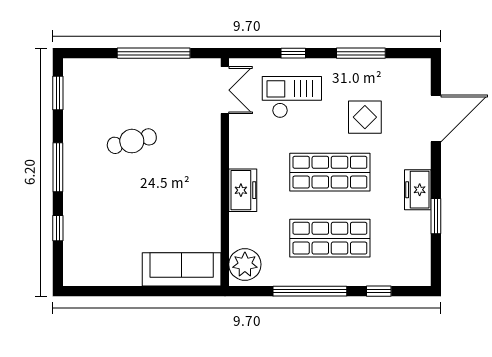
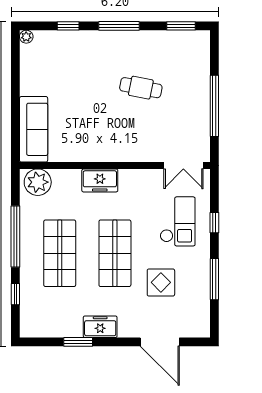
cafe table: (132, 141) -> (141, 88), turned -65
plant: (71, 278) -> (26, 37), added

